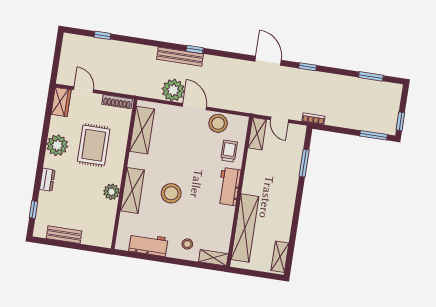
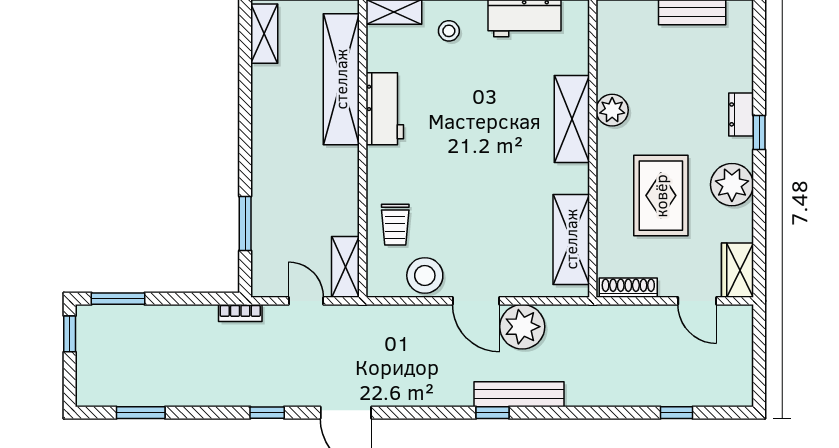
workbench: (229, 187) -> (385, 109), moved
stool: (171, 193) -> (495, 125), removed
window: (34, 210) -> (759, 133), moved

